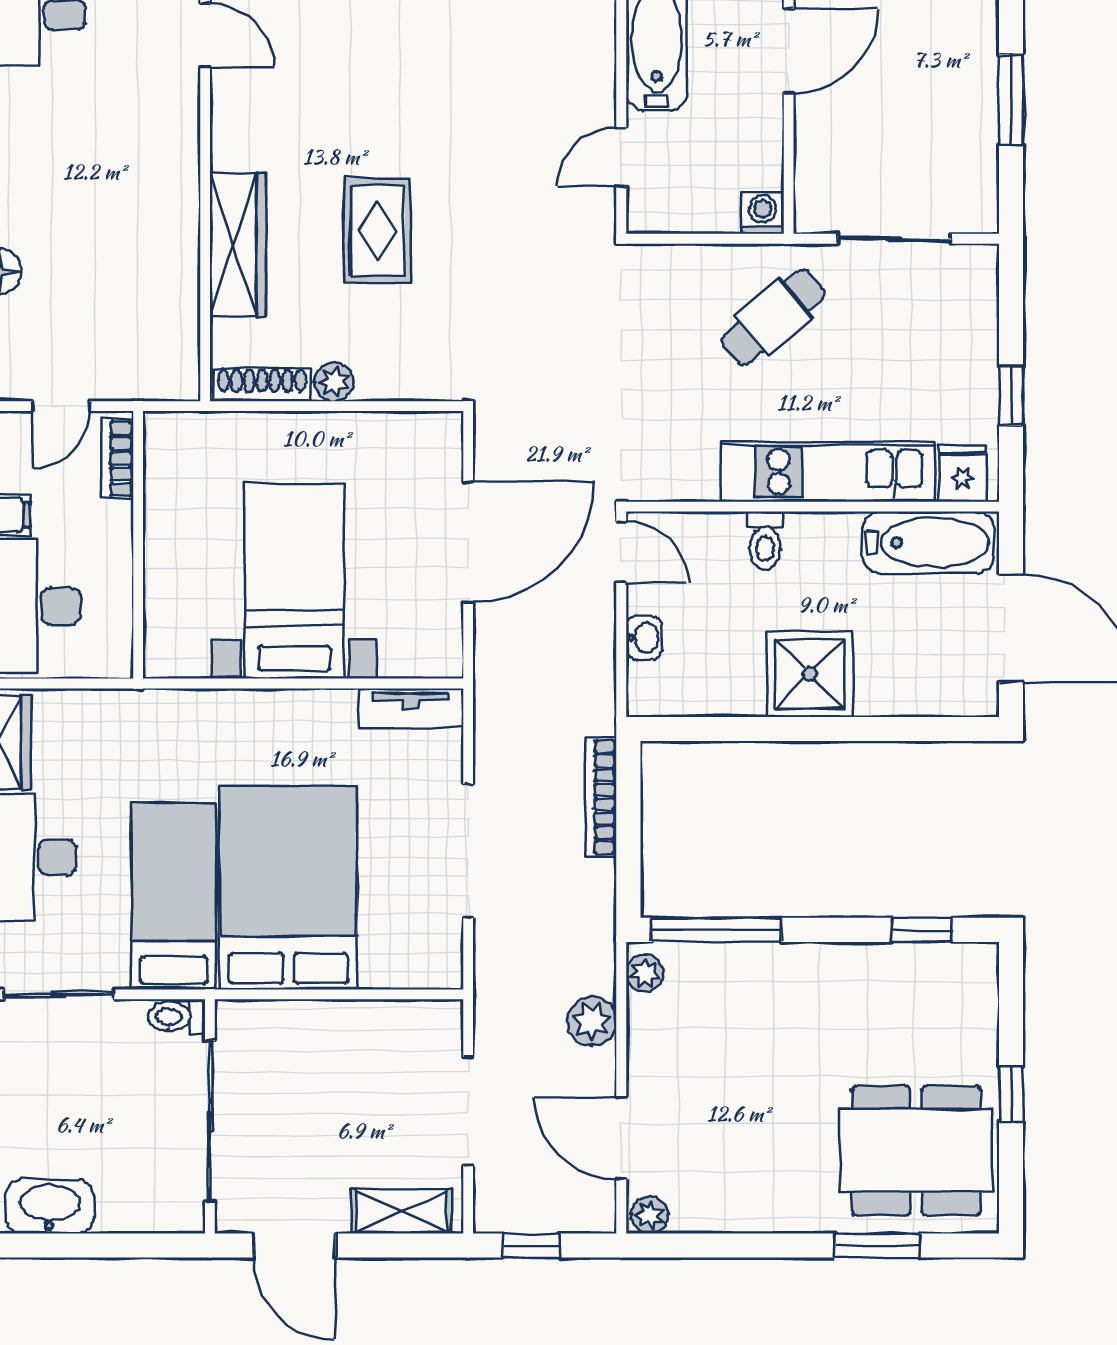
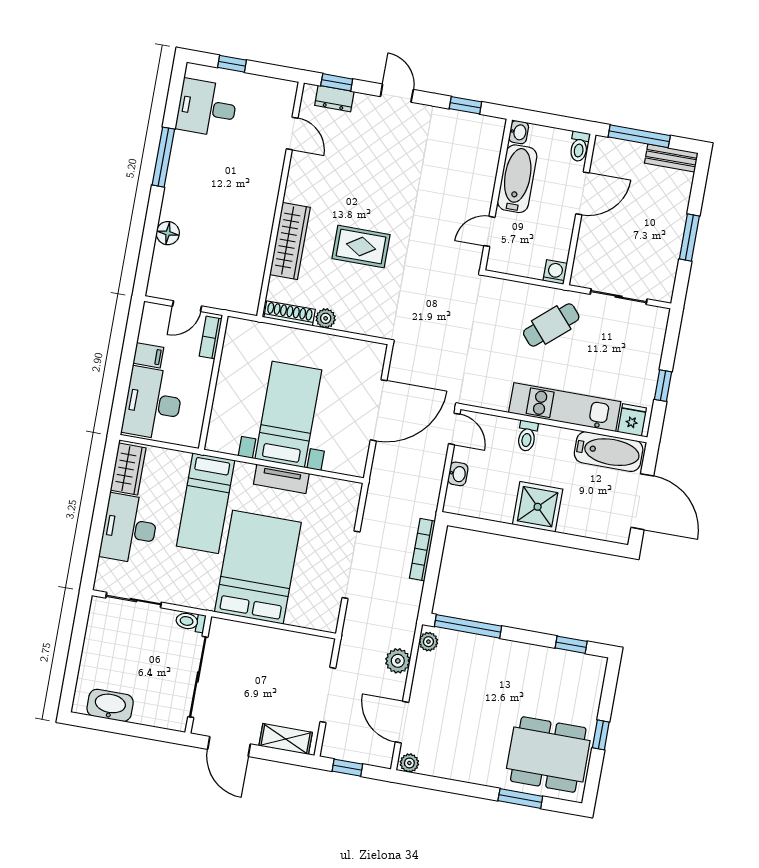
rug: (378, 231) -> (361, 247), turned 90
tv unit: (411, 708) -> (281, 479), moved
bed: (174, 896) -> (206, 503), moved, turned 180

